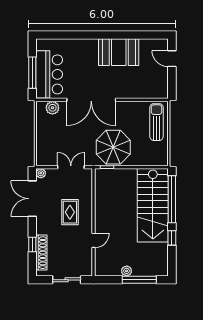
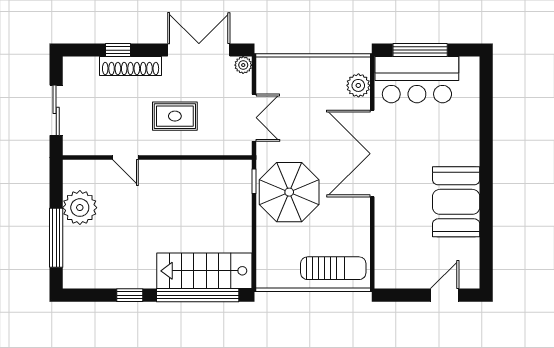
stairs: (153, 205) -> (204, 271), width x0.73, depth x0.66
shoe rack: (41, 253) -> (131, 66), moved
plant: (127, 271) -> (80, 208), width x1.88, depth x1.88

